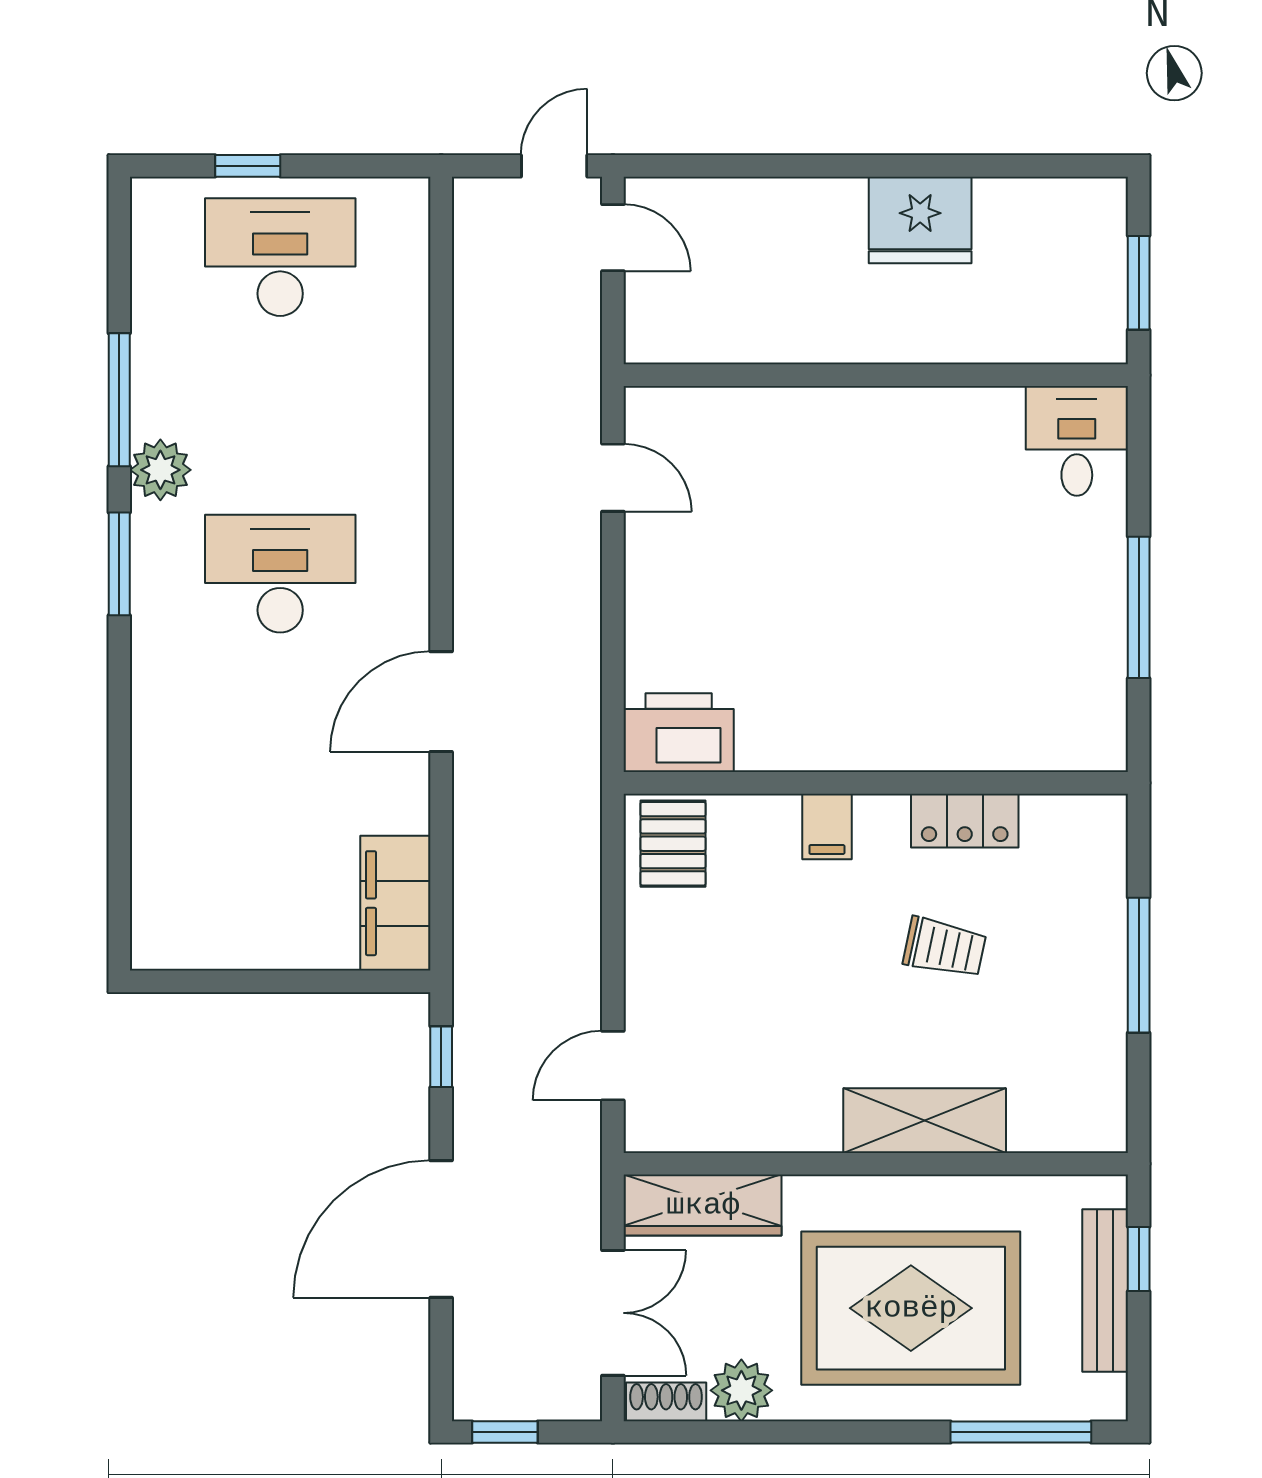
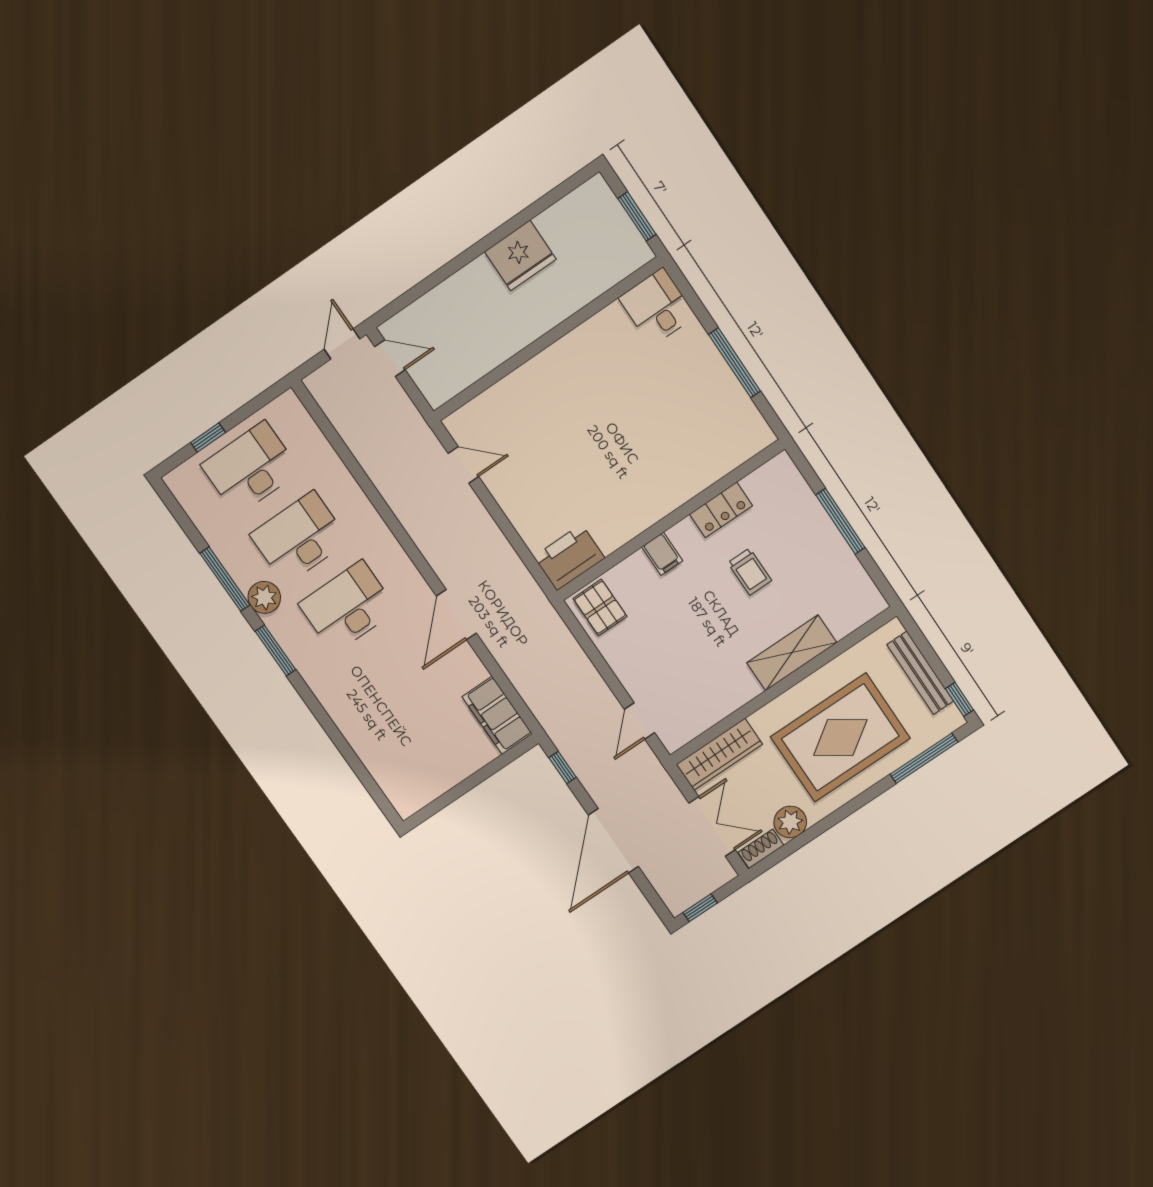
desk: (280, 415) -> (299, 538), added
trolley: (945, 948) -> (750, 572), turned 78
window: (1139, 1259) -> (959, 699), moved

